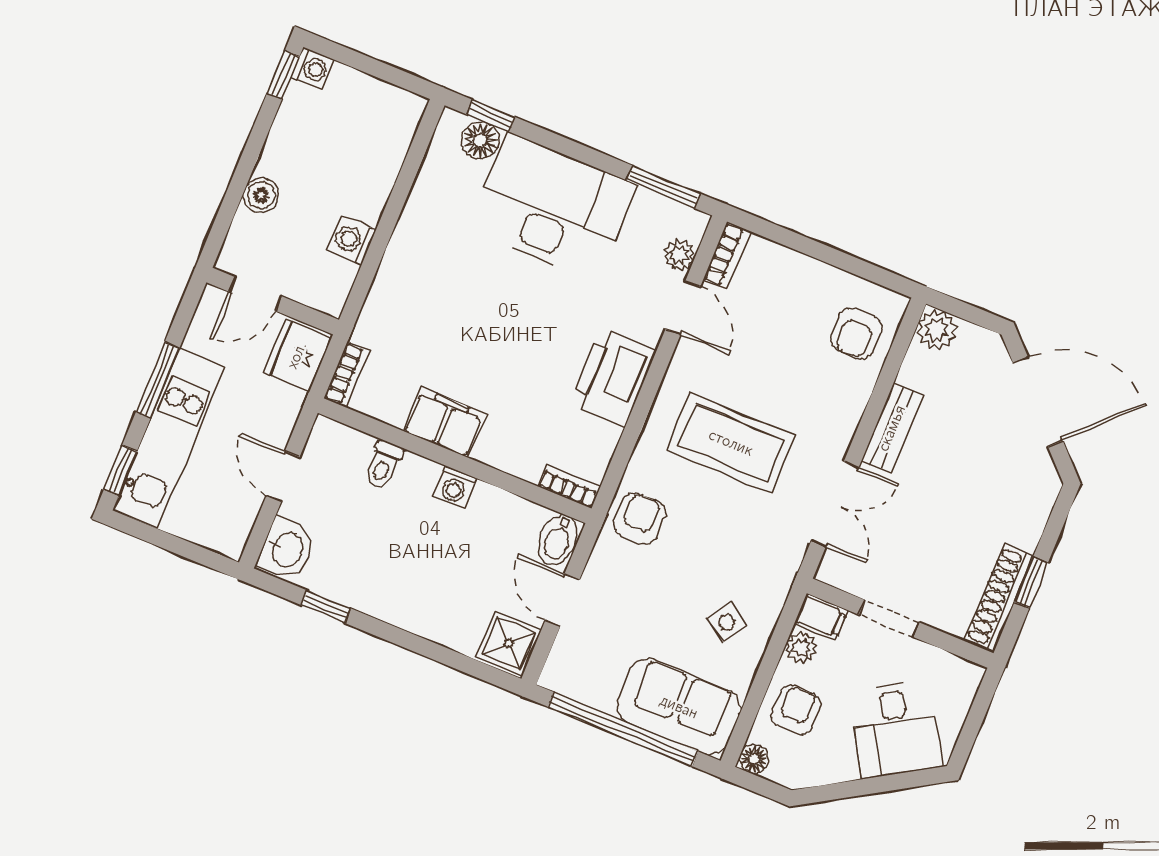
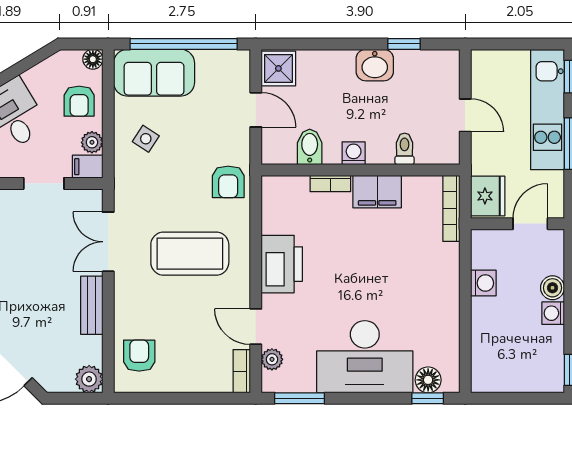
washing machine: (312, 68) -> (553, 313), moved
bookcase: (347, 375) -> (451, 208), width x1.56
bookcase: (569, 486) -> (330, 184), moved
bidet: (558, 540) -> (310, 147), moved
washbasin: (286, 549) -> (375, 65), moved, turned -90

